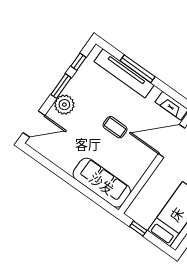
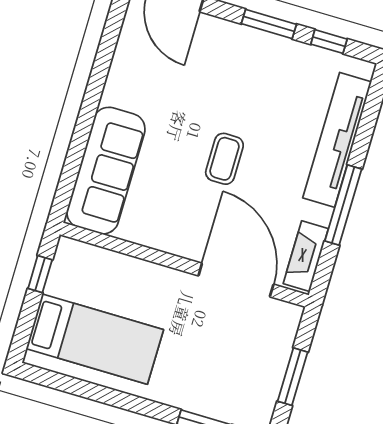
window: (138, 69) -> (343, 205), moved
plant: (64, 105) -> (235, 43), removed

